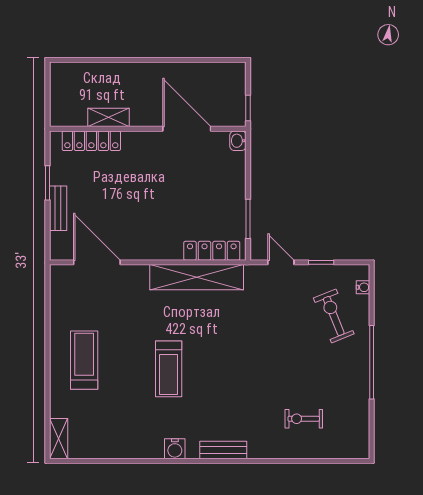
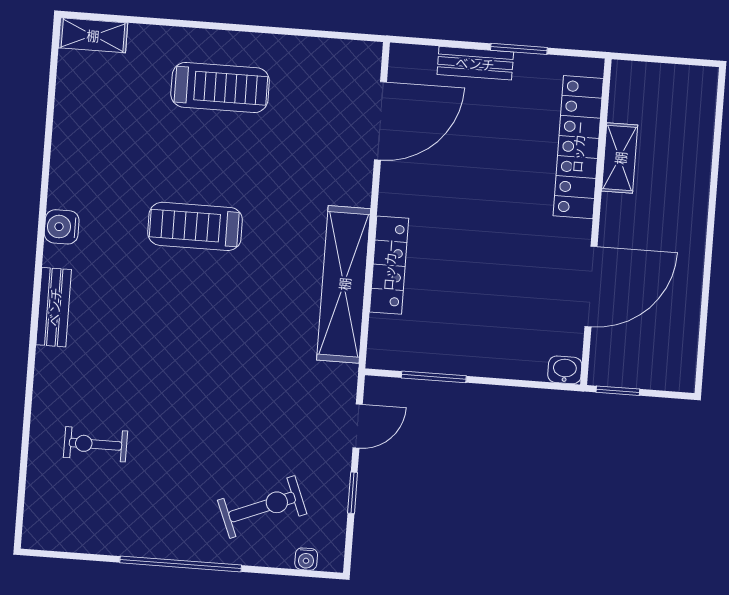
locker: (91, 141) -> (578, 147), width x1.41, depth x1.21
locker: (212, 251) -> (389, 265), moved
exercise bike: (304, 419) -> (95, 444), turned -90

